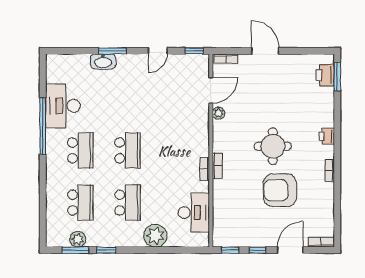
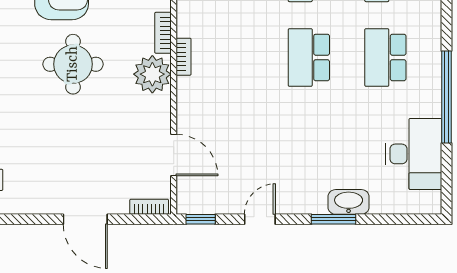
door: (211, 90) -> (174, 155), swing flipped
desk: (63, 106) -> (414, 154), moved
plant: (219, 113) -> (152, 74), moved, width x1.87, depth x1.87
bookcase: (205, 169) -> (184, 57), moved

